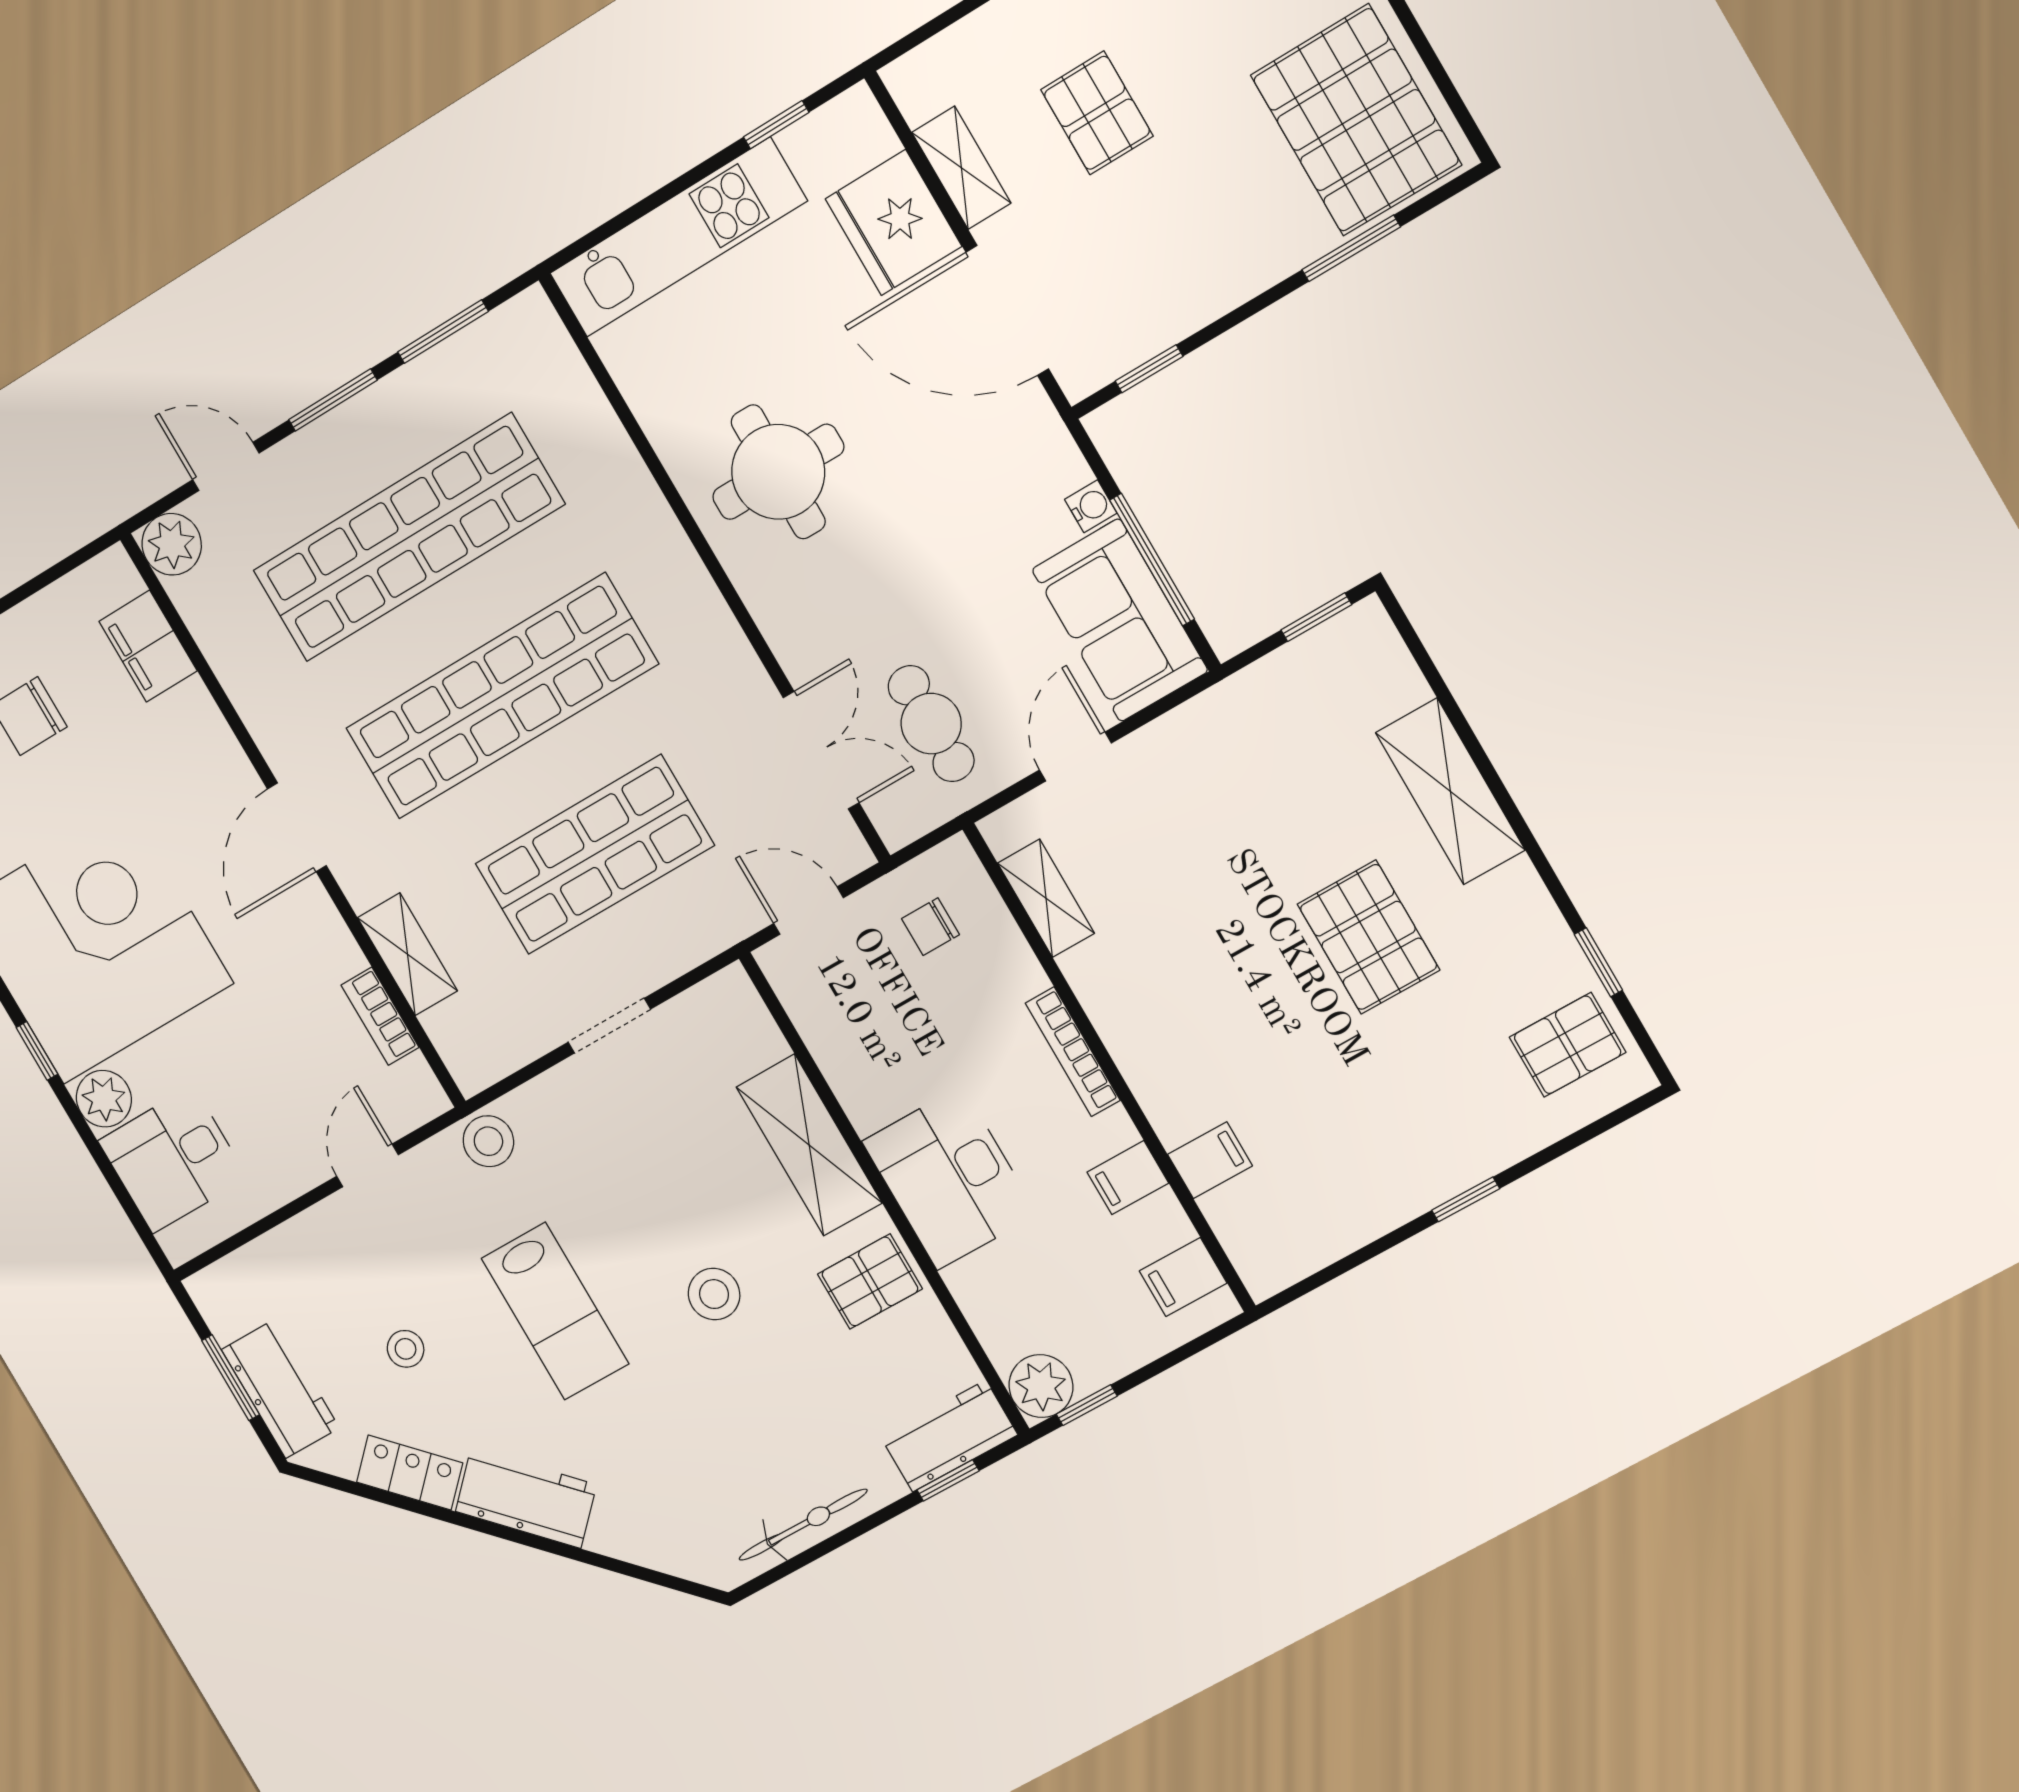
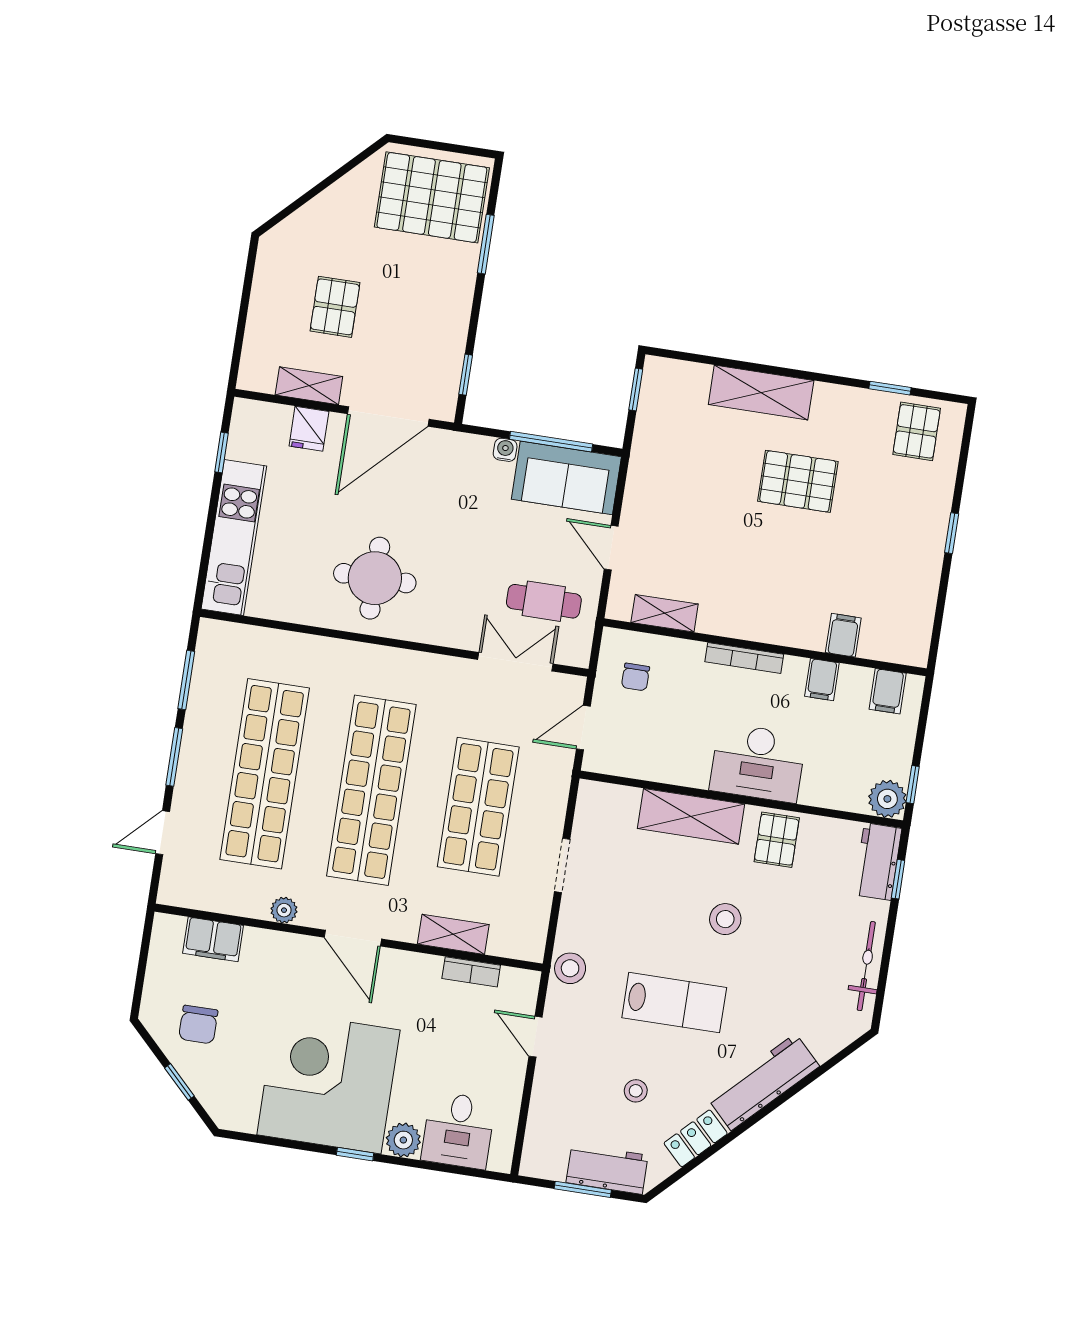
pallet: (1097, 113) -> (335, 307), turned 90
fridge: (894, 223) -> (309, 429), width x0.53, depth x0.75
plant: (172, 544) -> (284, 910), moved, width x0.73, depth x0.73
workbench: (526, 1498) -> (763, 1082), width x1.38

